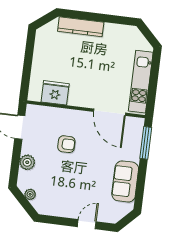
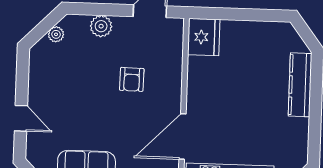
fridge: (55, 93) -> (204, 37), moved

